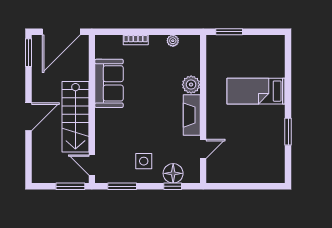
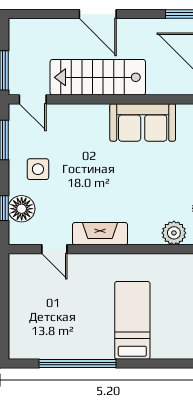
plant: (191, 85) -> (174, 233), moved
window: (288, 132) -> (78, 364), width x2.11
door: (92, 165) -> (33, 99), swing flipped

